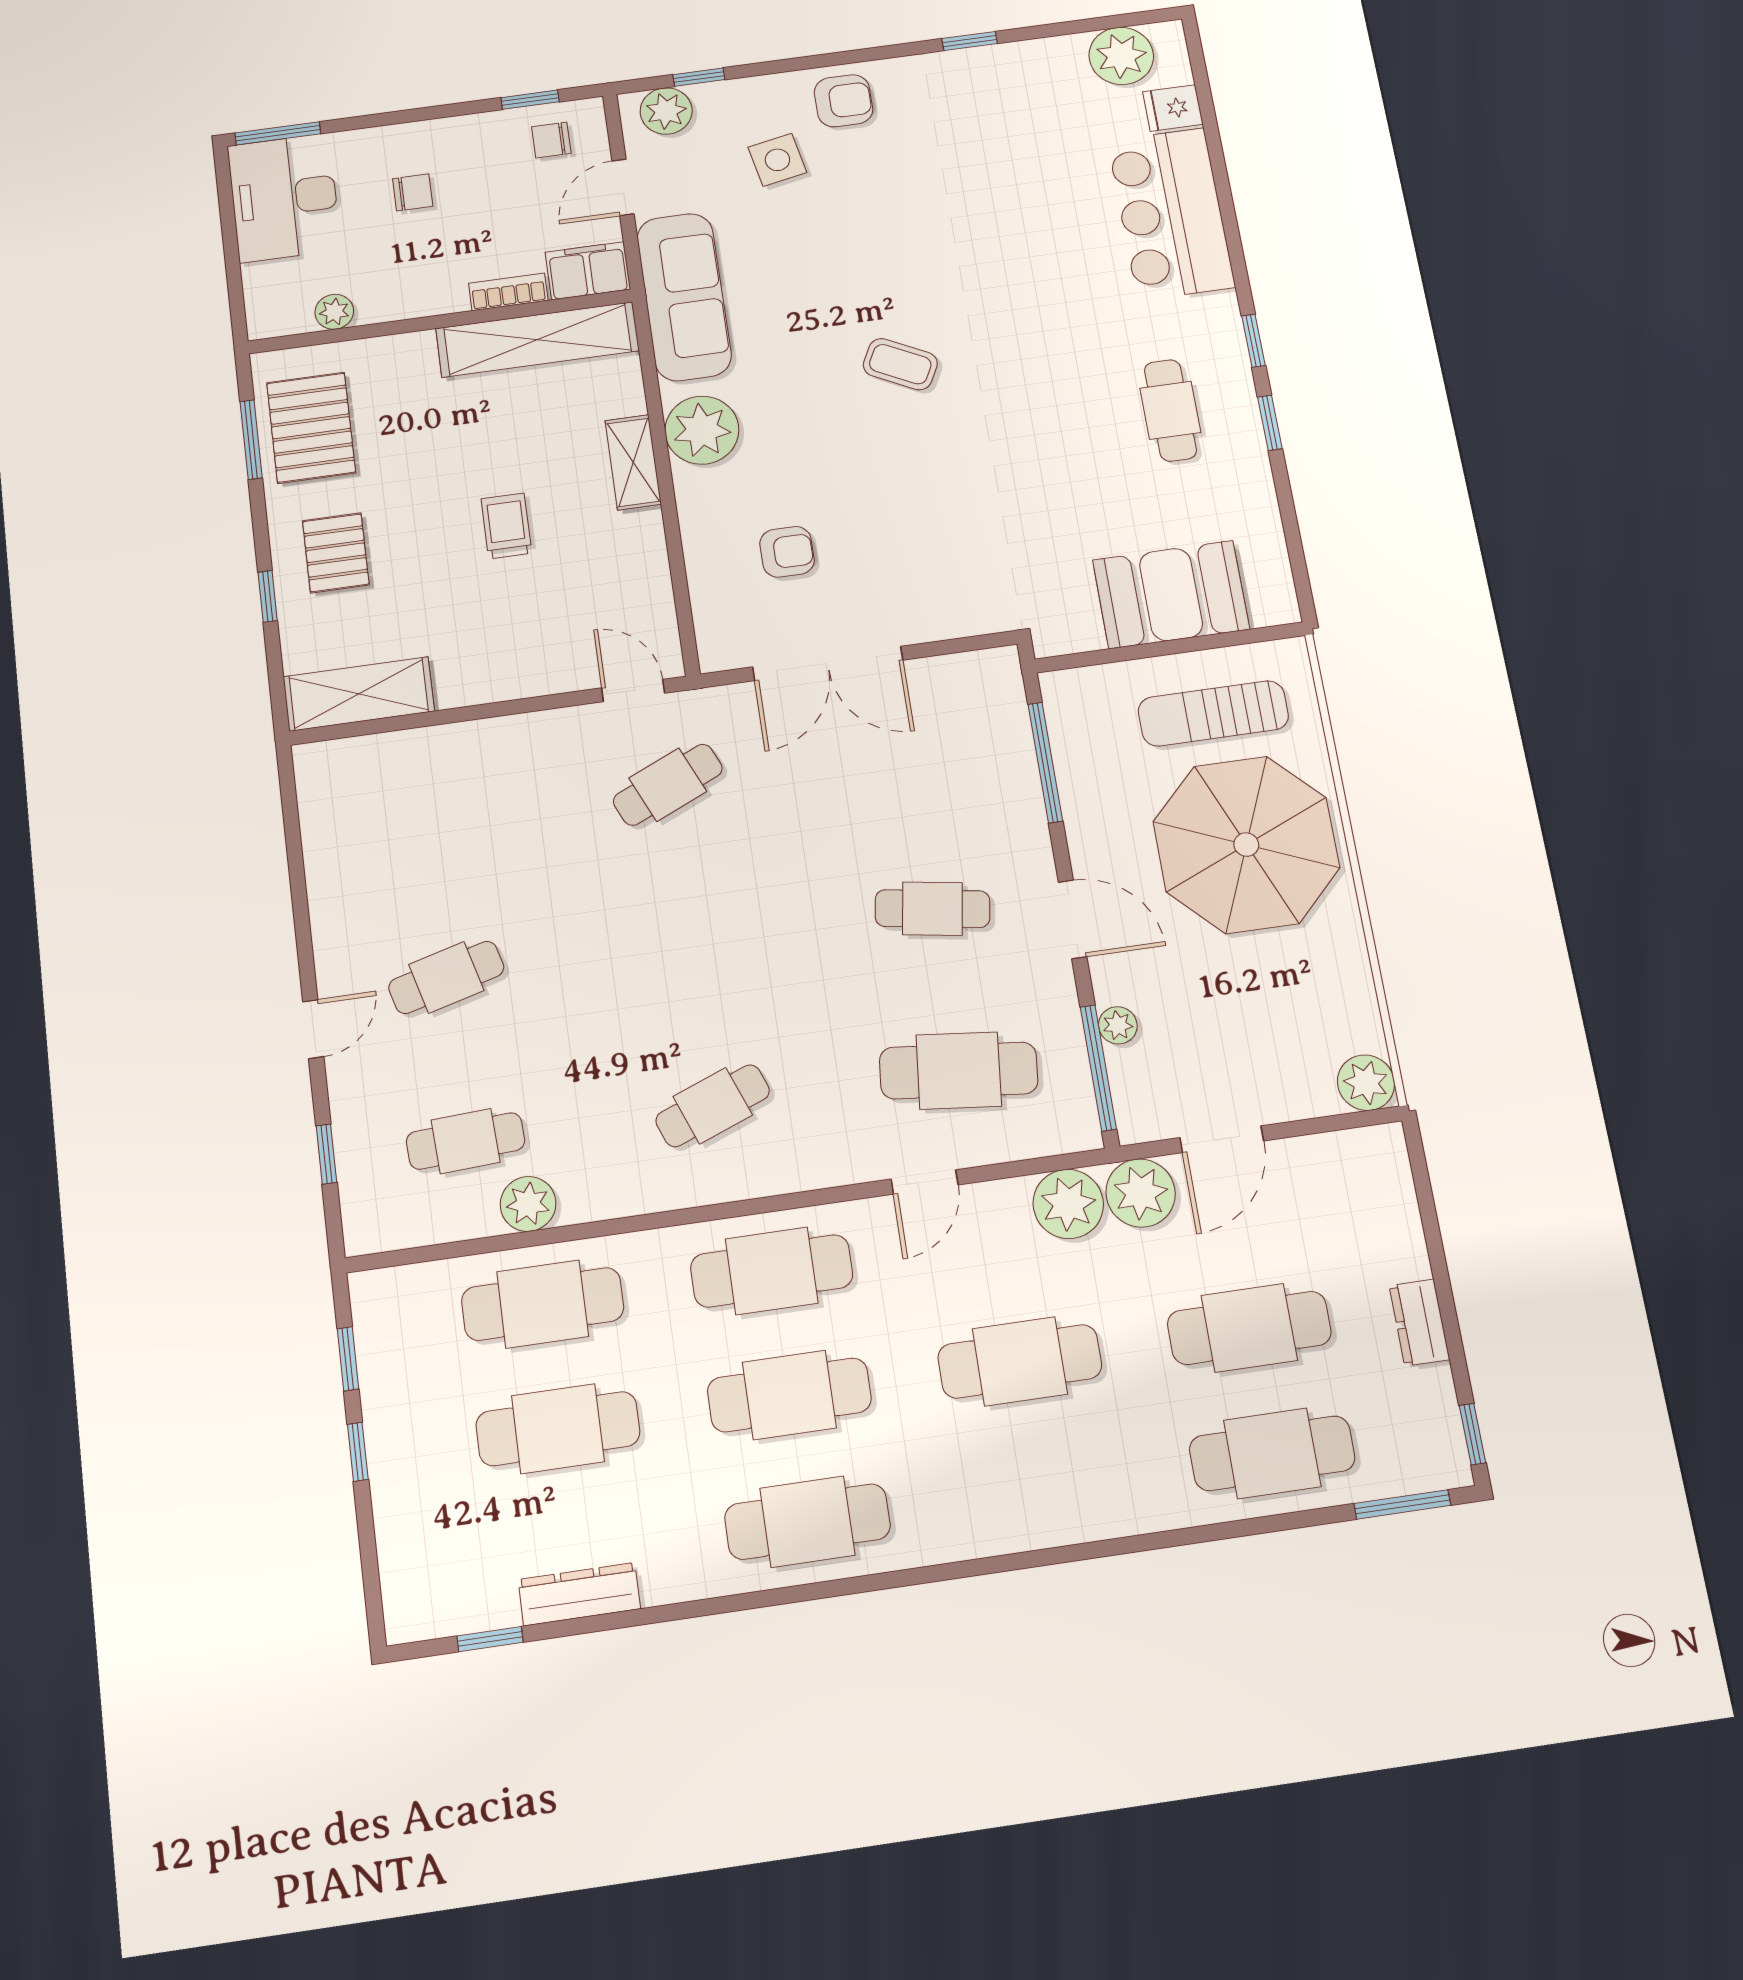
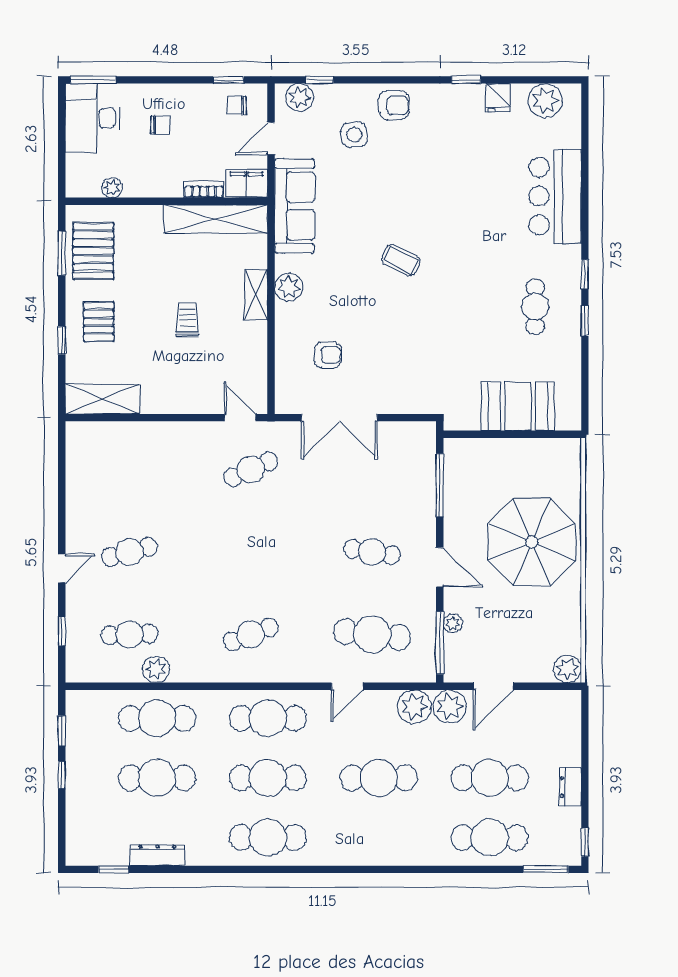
fridge: (1173, 108) -> (498, 98), moved, turned -90
plant: (702, 430) -> (289, 287), width x0.73, depth x0.73
sun lounger: (1213, 713) -> (528, 472), removed

